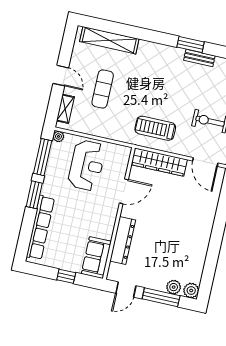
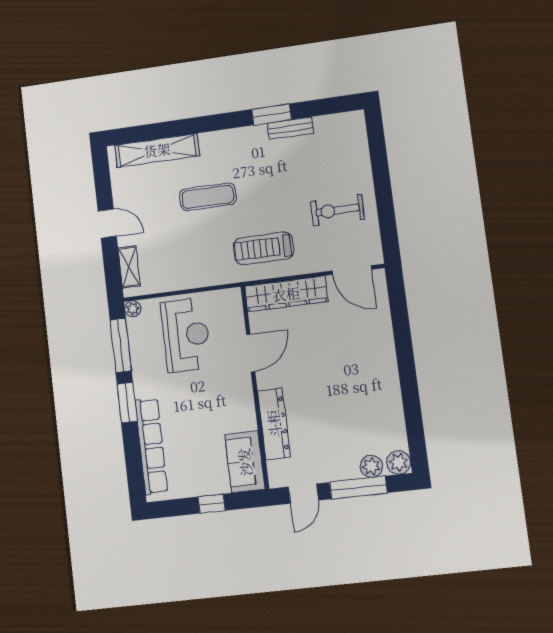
exercise mat: (103, 89) -> (208, 197), moved, turned 90

